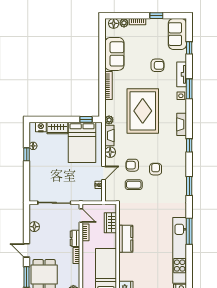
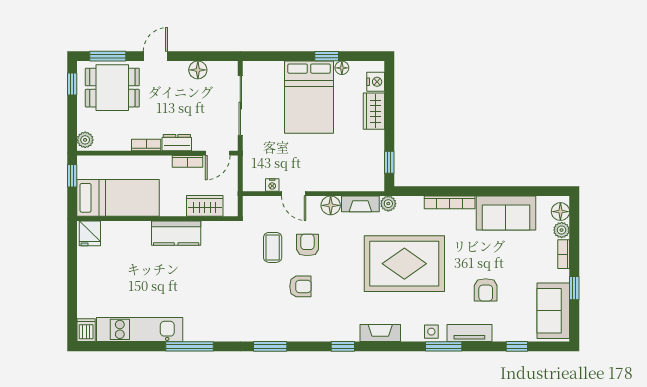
sofa: (177, 34) -> (553, 311), moved, turned -90
bed: (82, 142) -> (309, 97), moved, turned -90
kitchen unit: (180, 250) -> (140, 329), width x0.73

